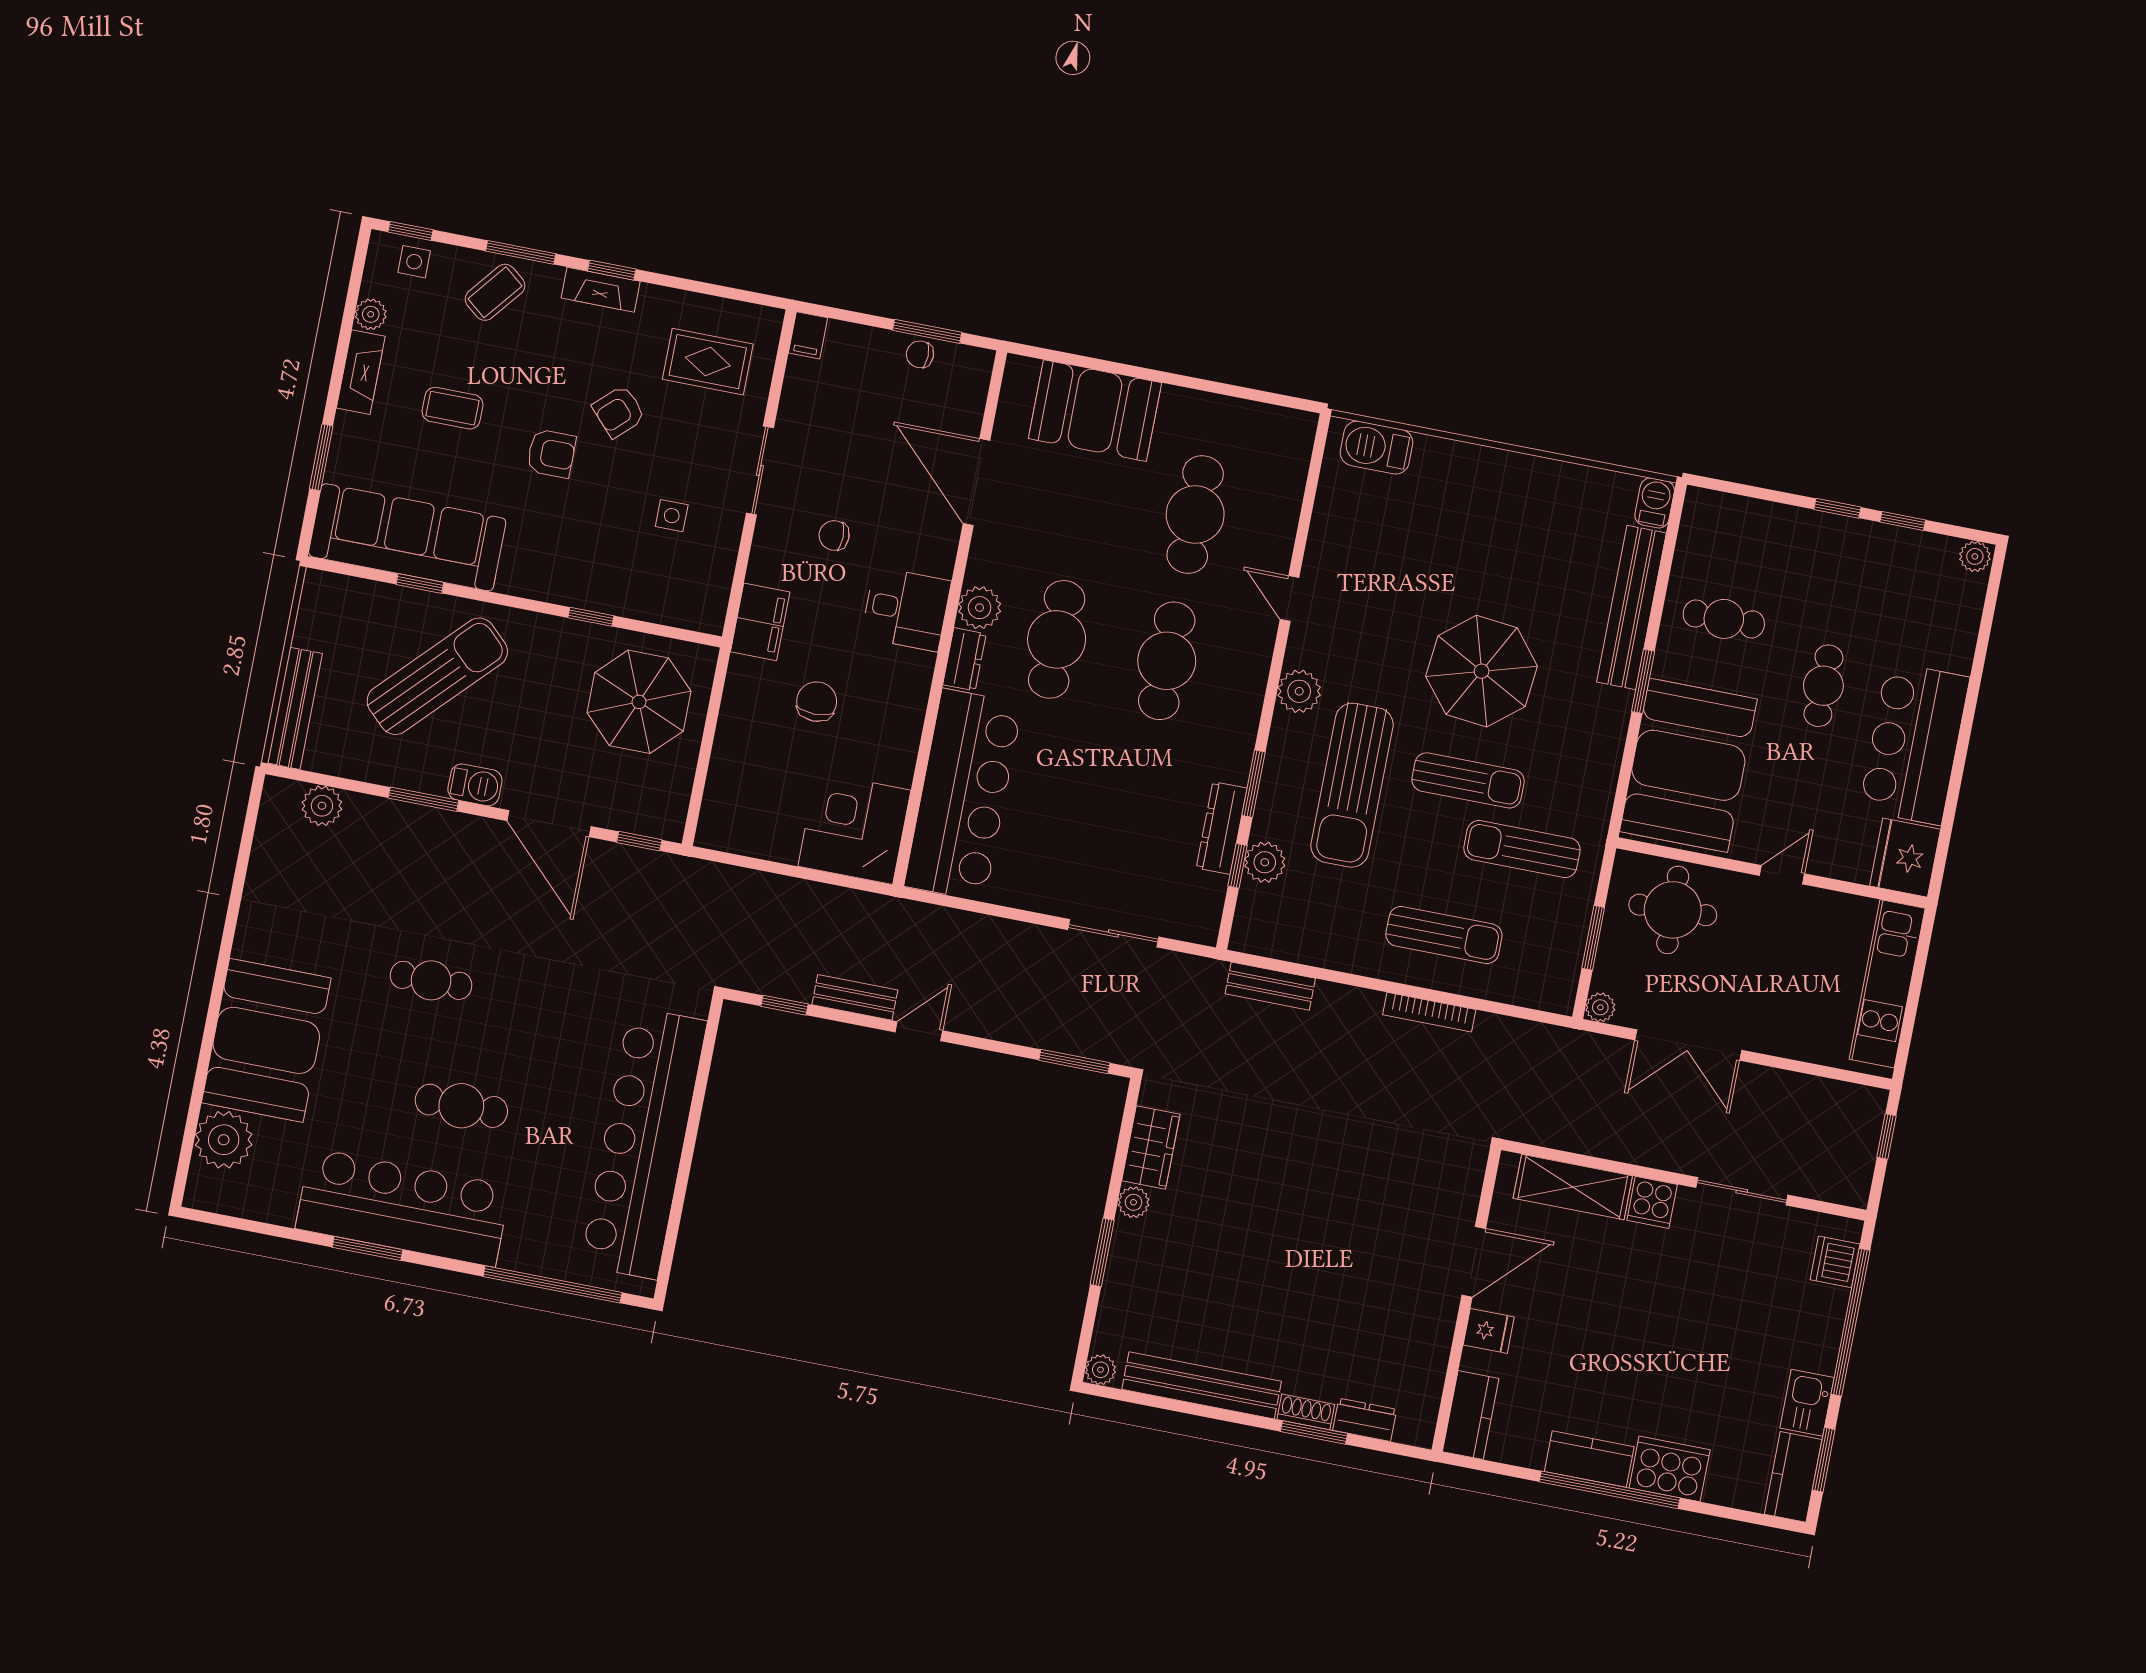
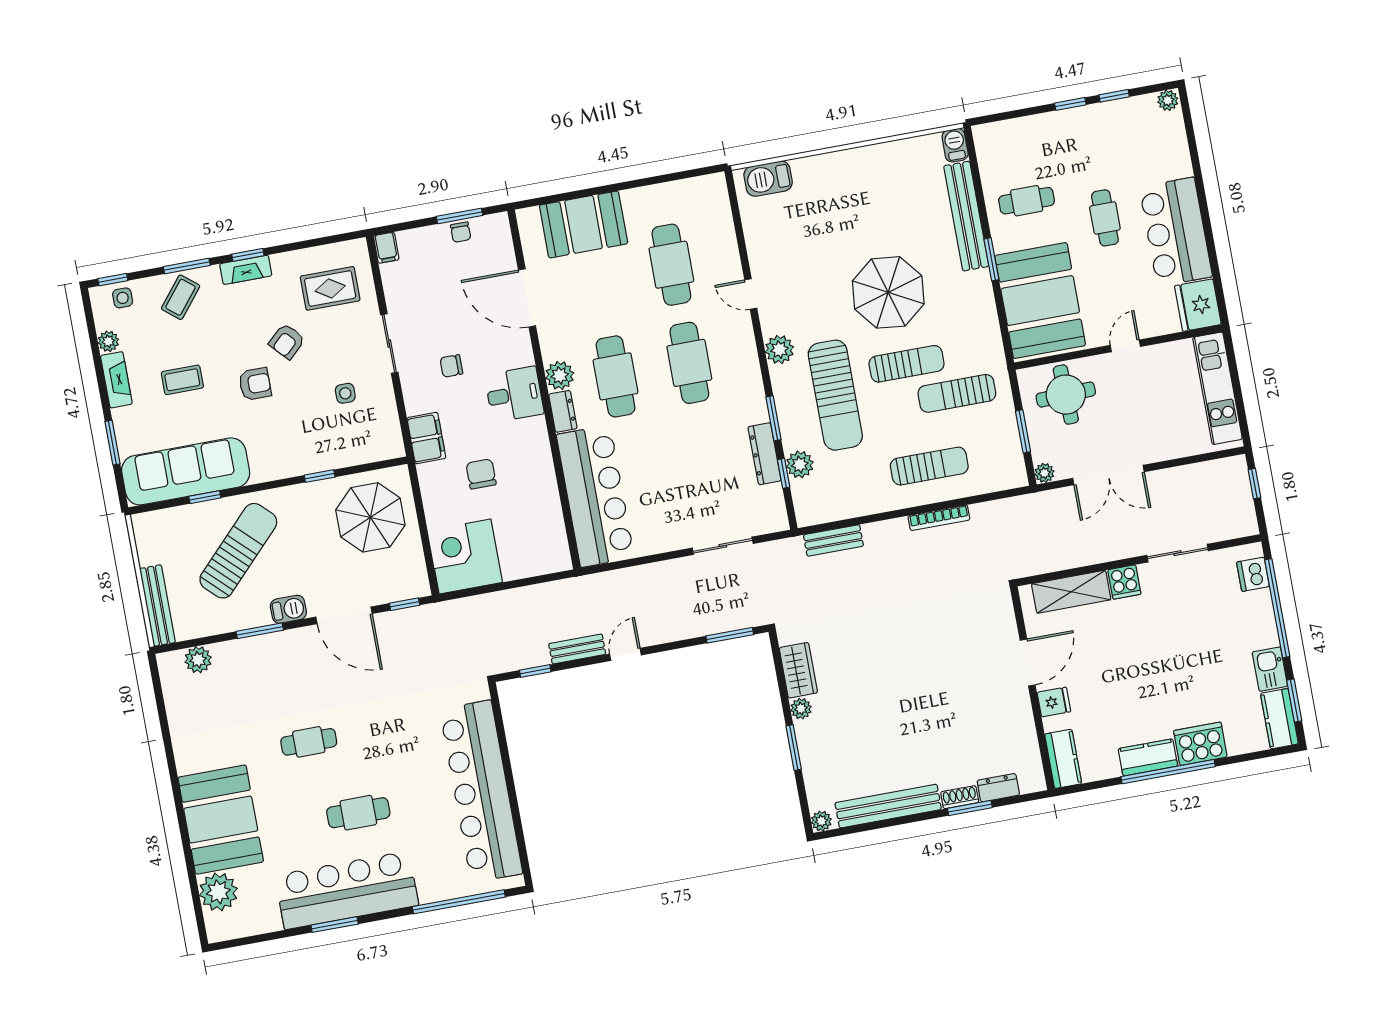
chair: (920, 354) -> (461, 232), turned -90
corner desk: (854, 828) -> (465, 556), moved

